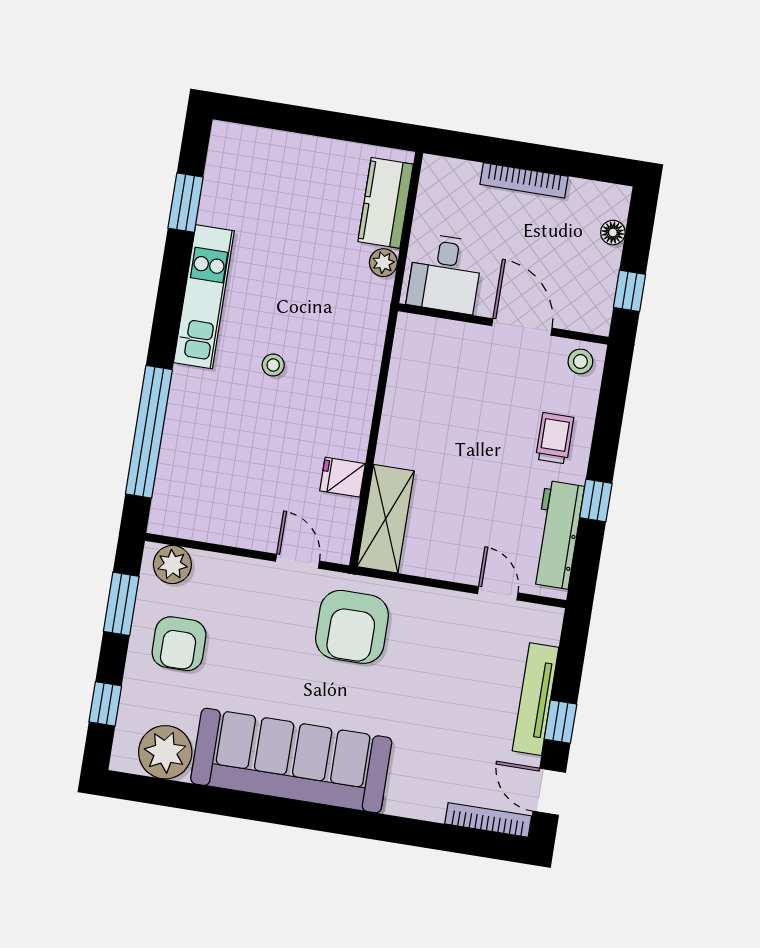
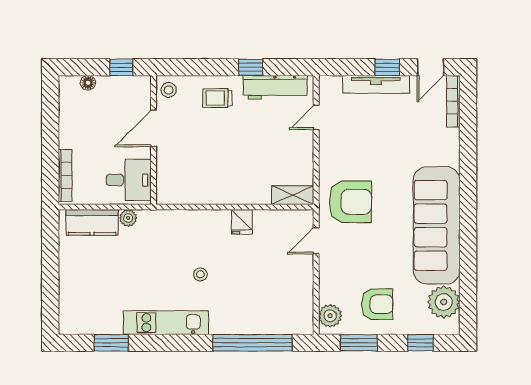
bookcase: (524, 180) -> (65, 175), moved
fridge: (343, 477) -> (242, 222), moved
shelving: (386, 519) -> (293, 195), width x0.67, depth x0.75

